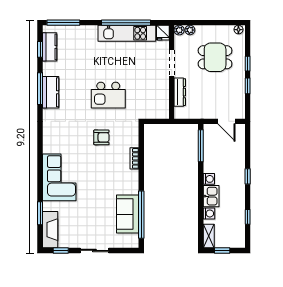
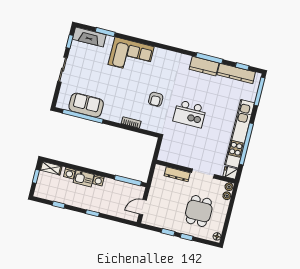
kitchen unit: (127, 33) -> (240, 134), width x1.36
kitchen counter: (50, 47) -> (236, 73), width x1.50
kitchen island: (108, 95) -> (190, 114), turned -90

